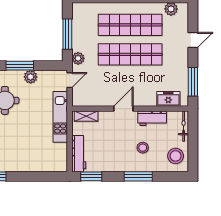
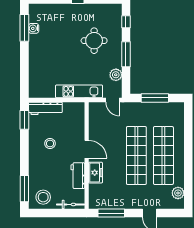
plant: (78, 58) -> (133, 108), removed
plant: (31, 77) -> (116, 75), moved
freezer: (168, 99) -> (96, 173), moved
shelving: (86, 116) -> (80, 115), removed
stool: (143, 148) -> (50, 143), moved
window: (138, 176) -> (24, 189), moved

